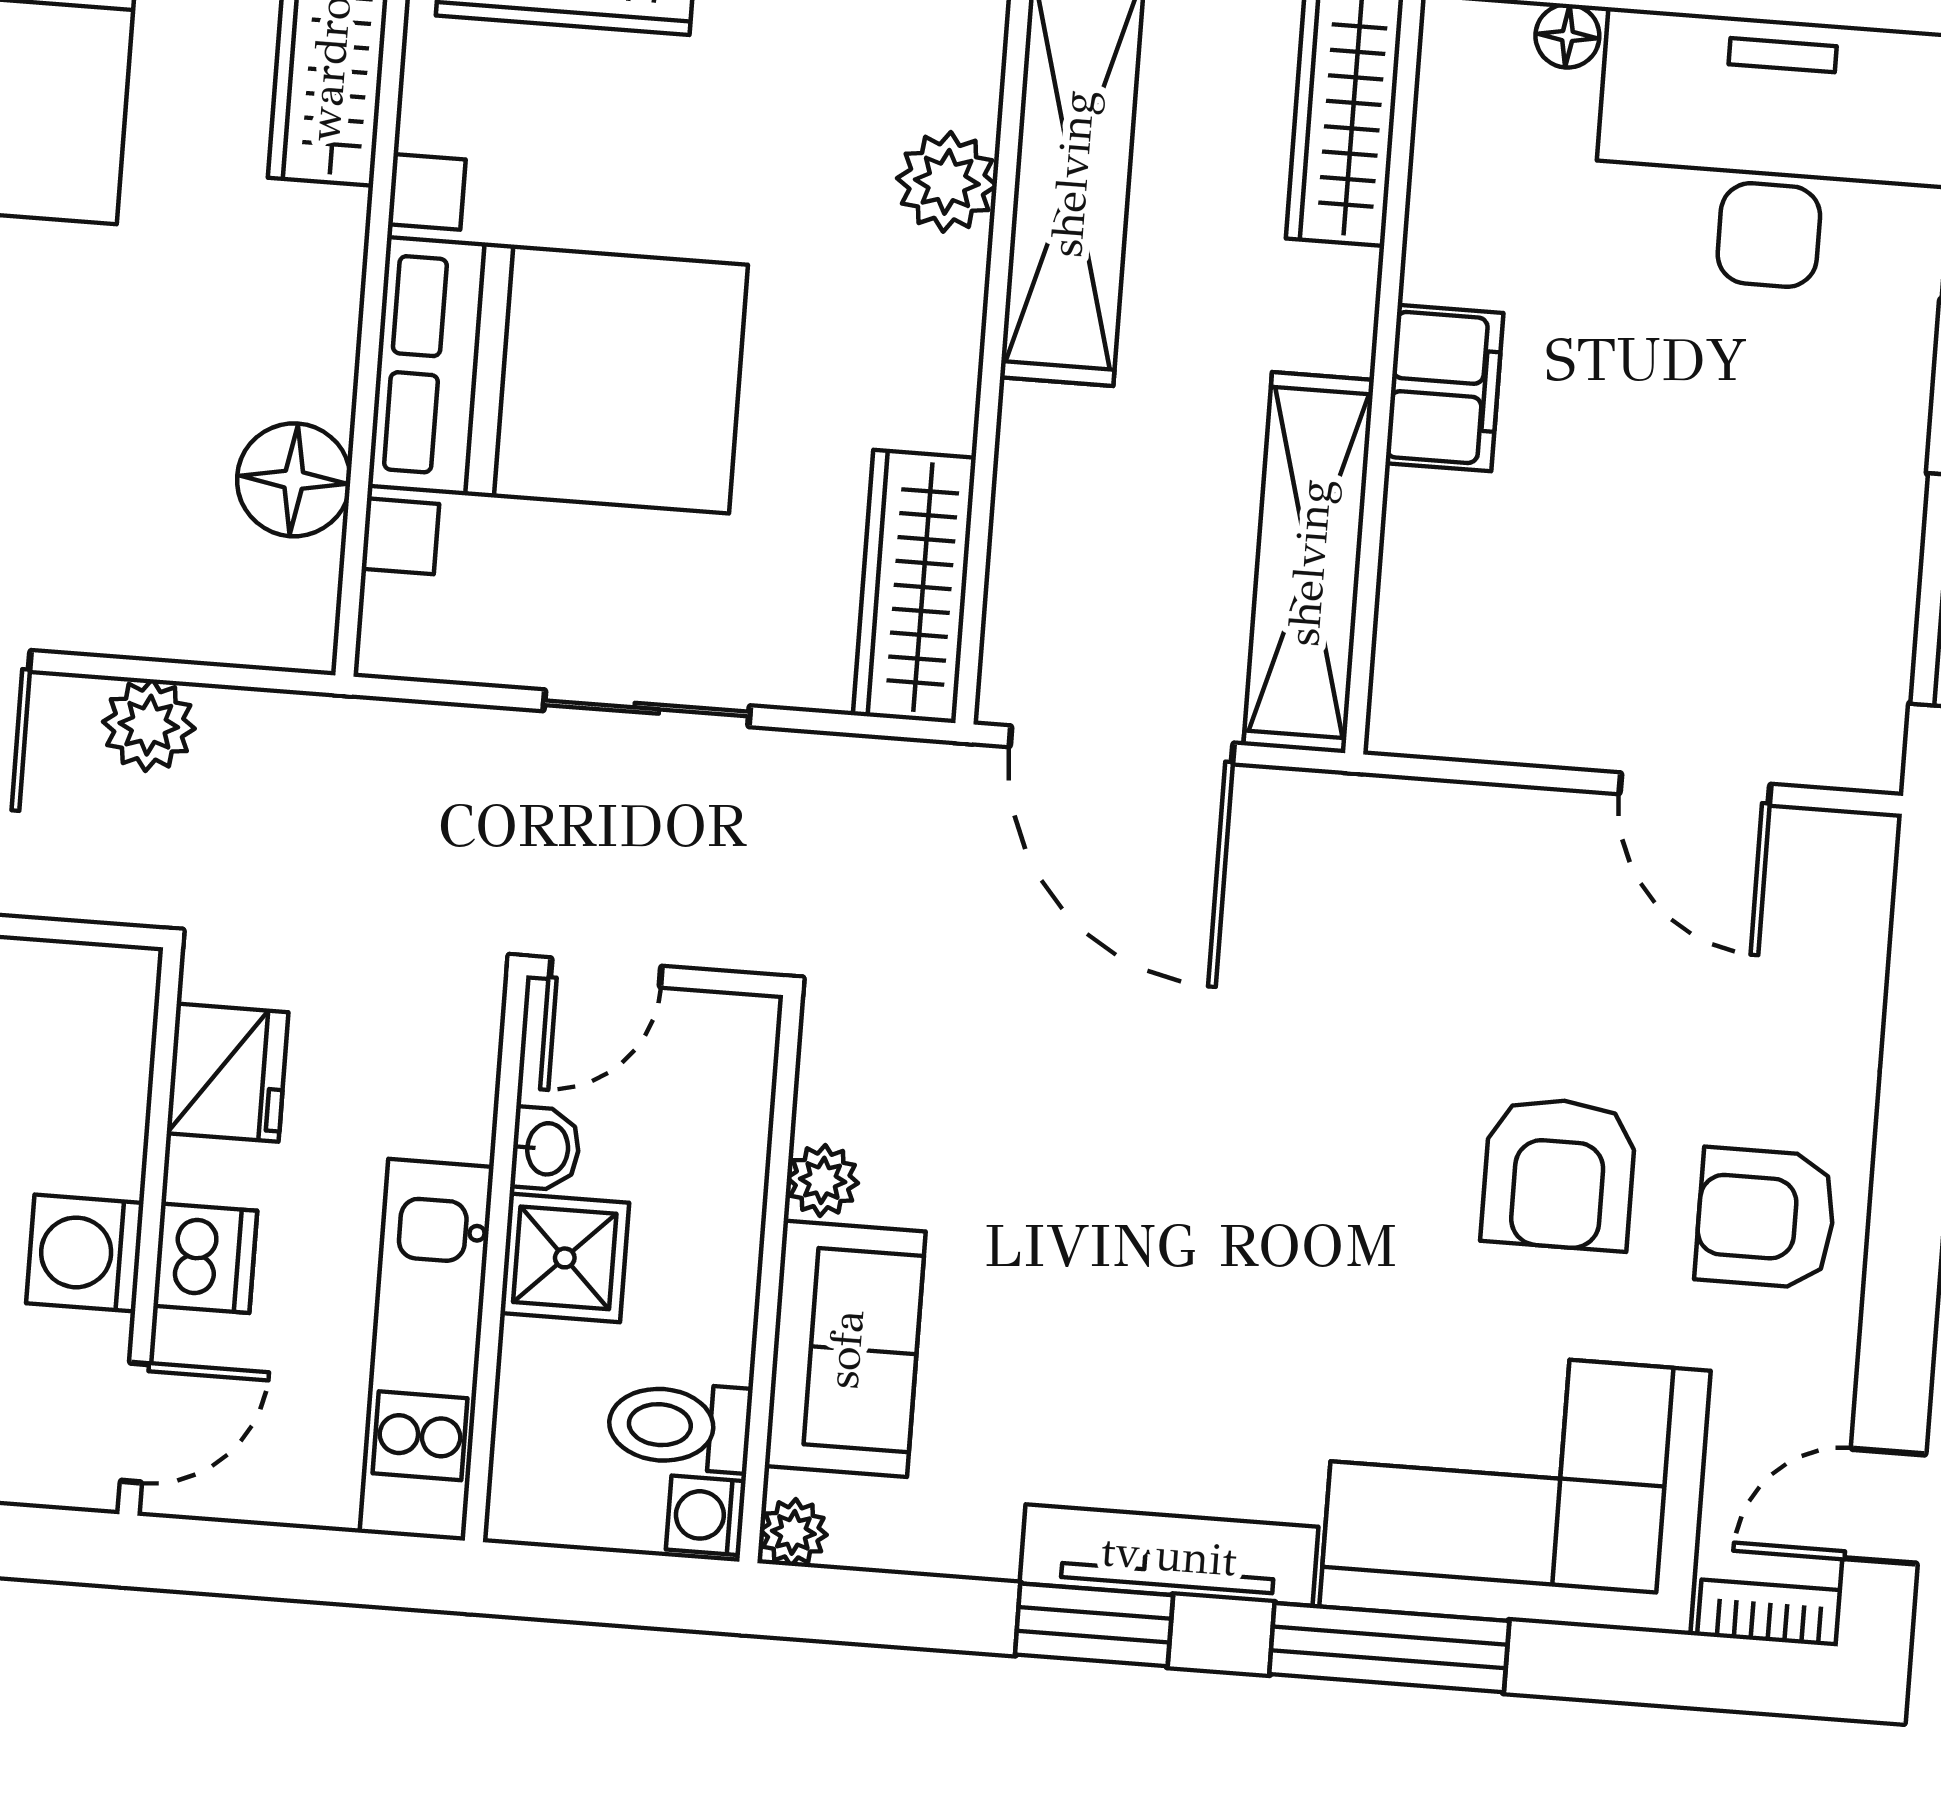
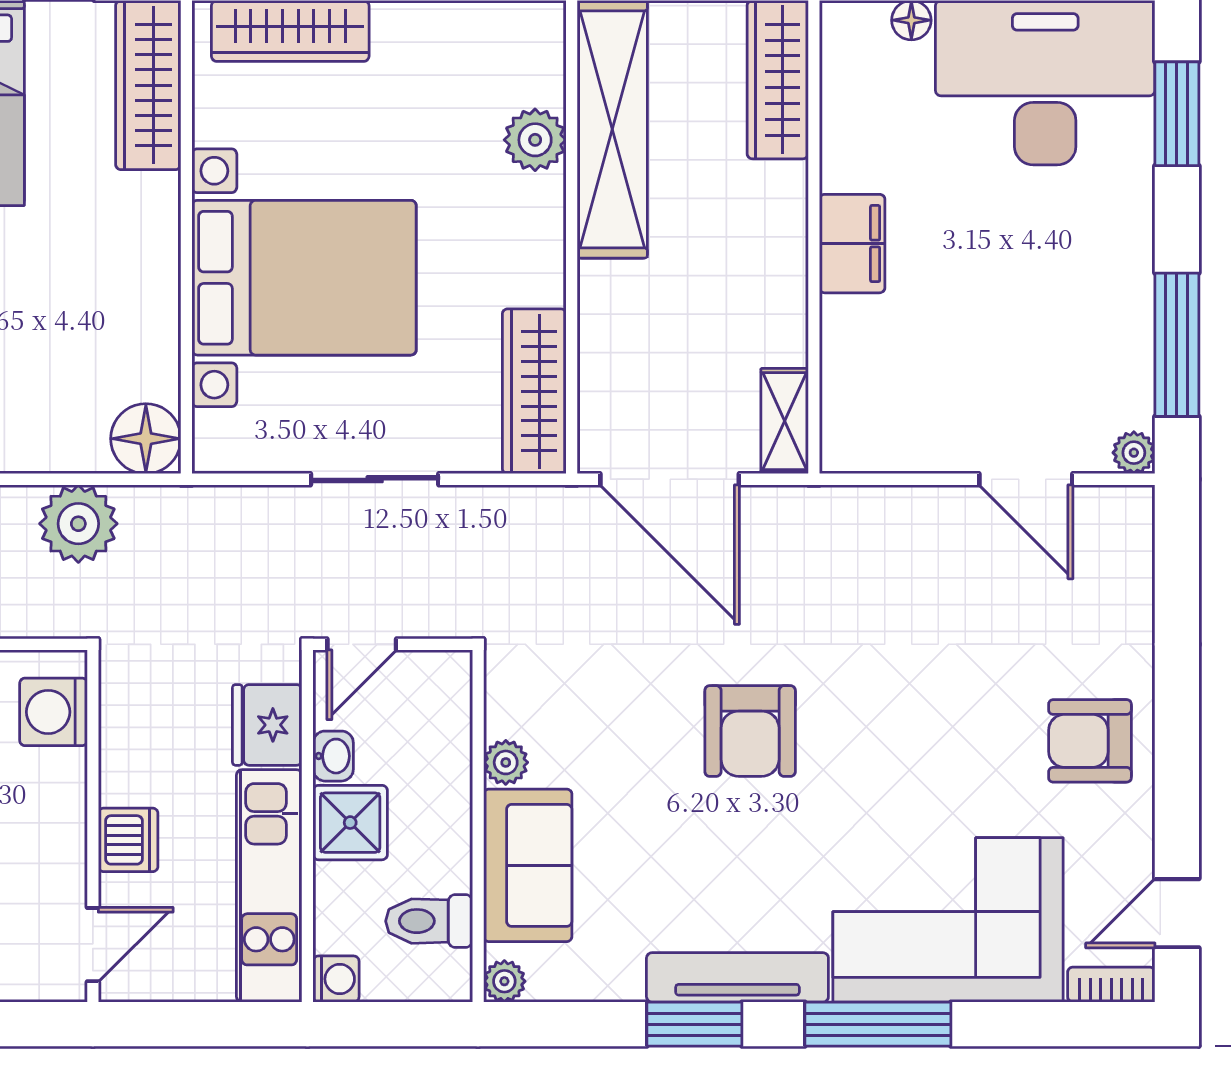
floor lamp: (294, 480) -> (146, 439), moved
shelving: (1309, 563) -> (785, 421), width x0.45, depth x0.75
plant: (149, 725) -> (78, 524), width x1.36, depth x1.36
plant: (1872, 760) -> (1134, 453), added
fridge: (228, 1073) -> (267, 725), moved, turned 180
armchair: (1559, 1174) -> (750, 731), moved
washing machine: (85, 1253) -> (54, 712), moved
washing machine: (706, 1515) -> (336, 979), moved, turned 180

